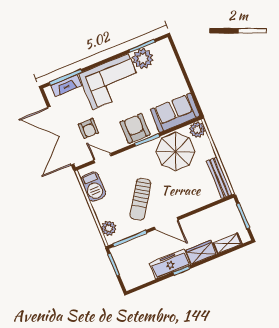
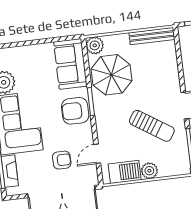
plant: (109, 228) -> (149, 171), moved

